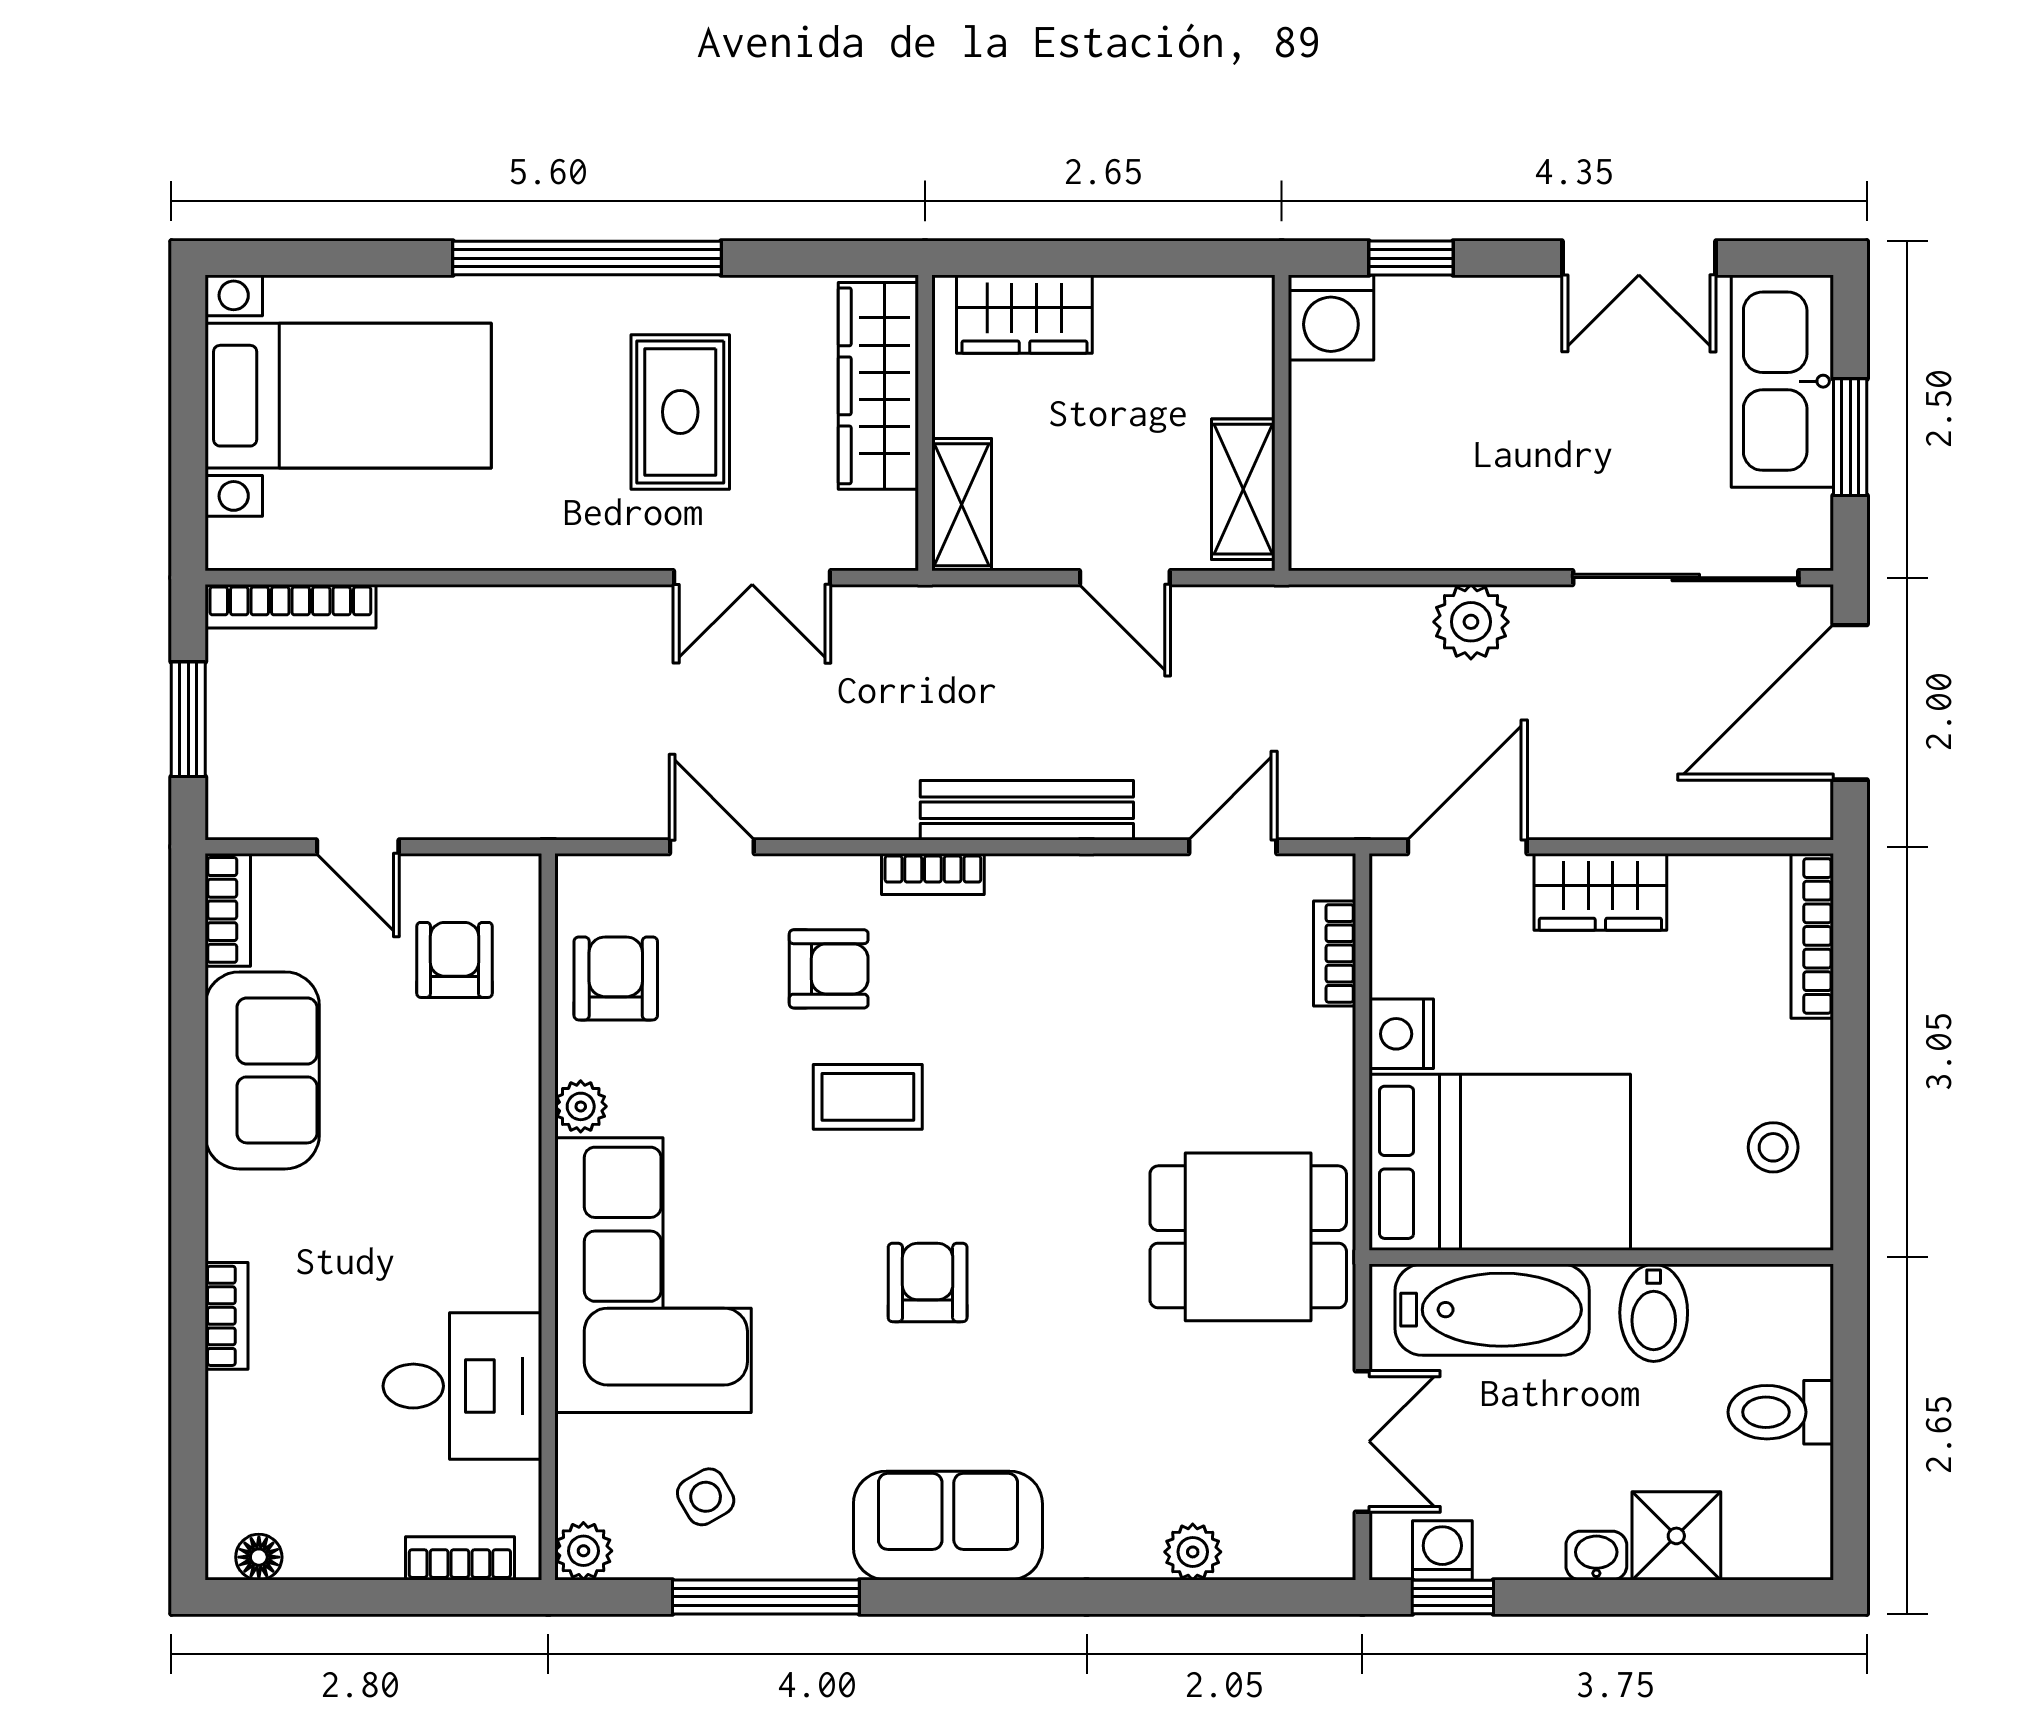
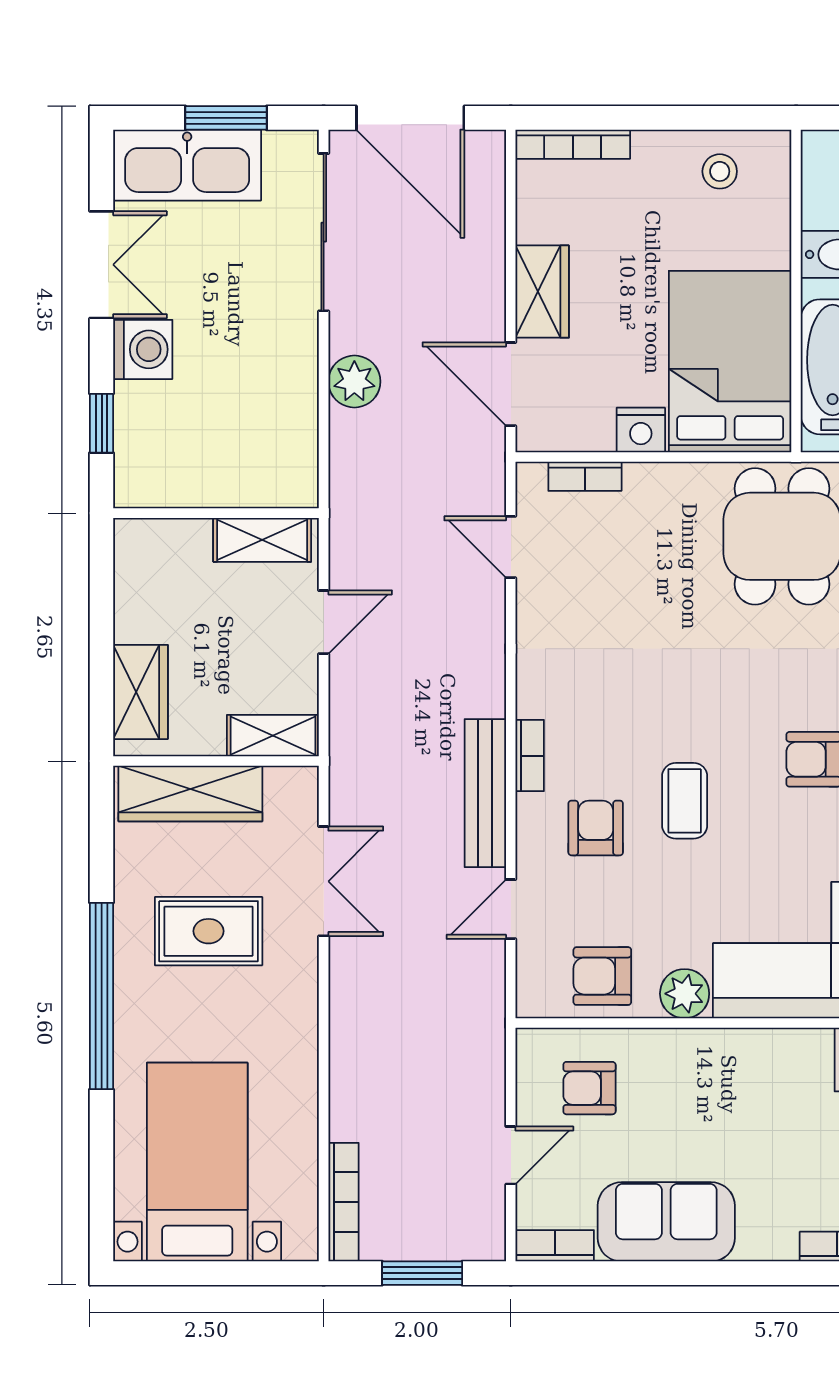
washing machine: (1331, 317) -> (143, 349), moved
bench: (1027, 810) -> (485, 793), moved
plant: (581, 1106) -> (685, 994), width x1.38, depth x1.38

